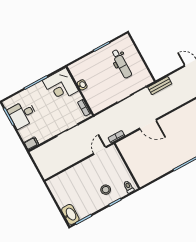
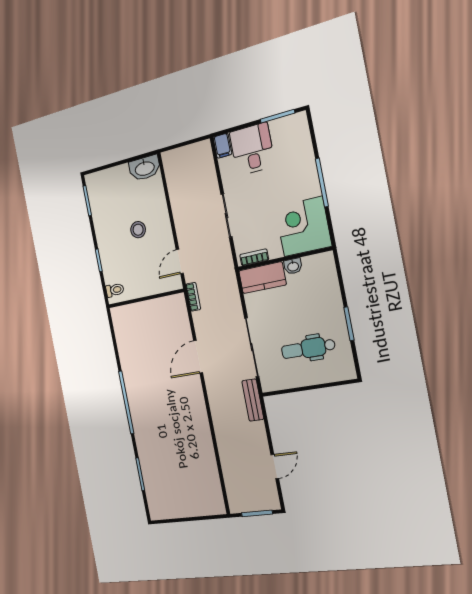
kitchen counter: (93, 100) -> (262, 278), added
desk: (23, 114) -> (252, 149), moved
door: (100, 151) -> (180, 261), swing flipped
stool: (106, 190) -> (138, 230), moved
washbasin: (70, 214) -> (145, 168), moved

